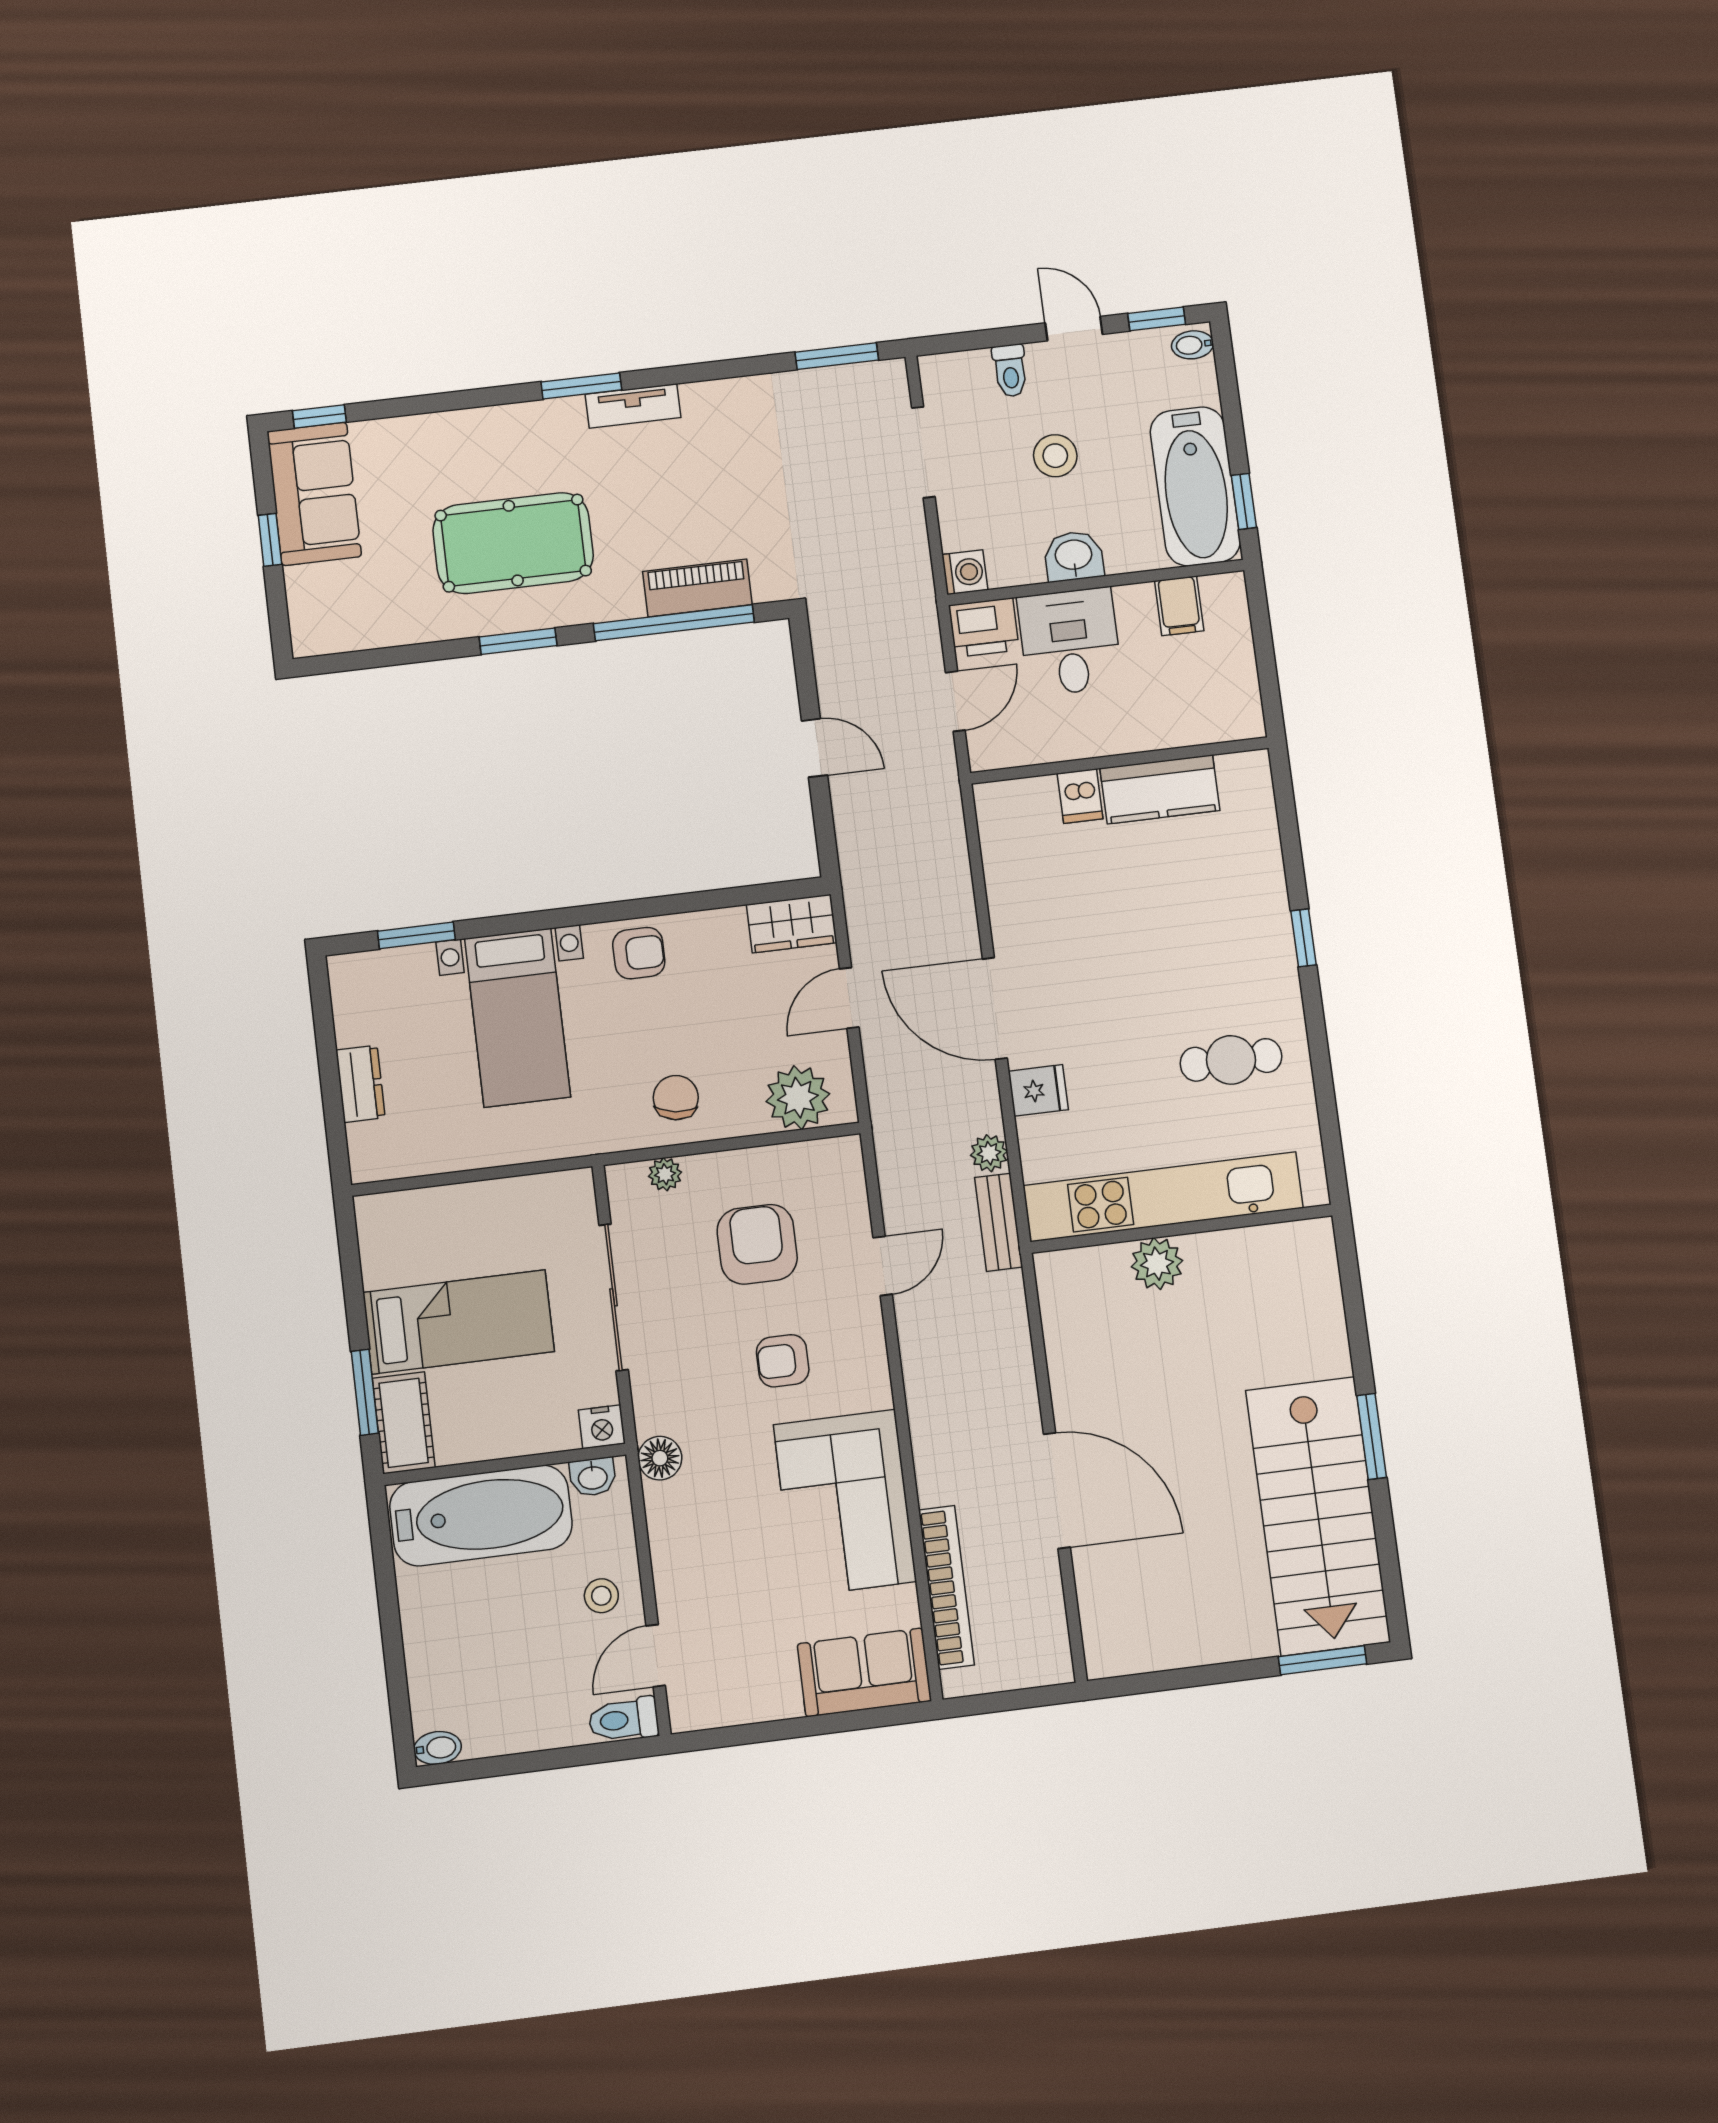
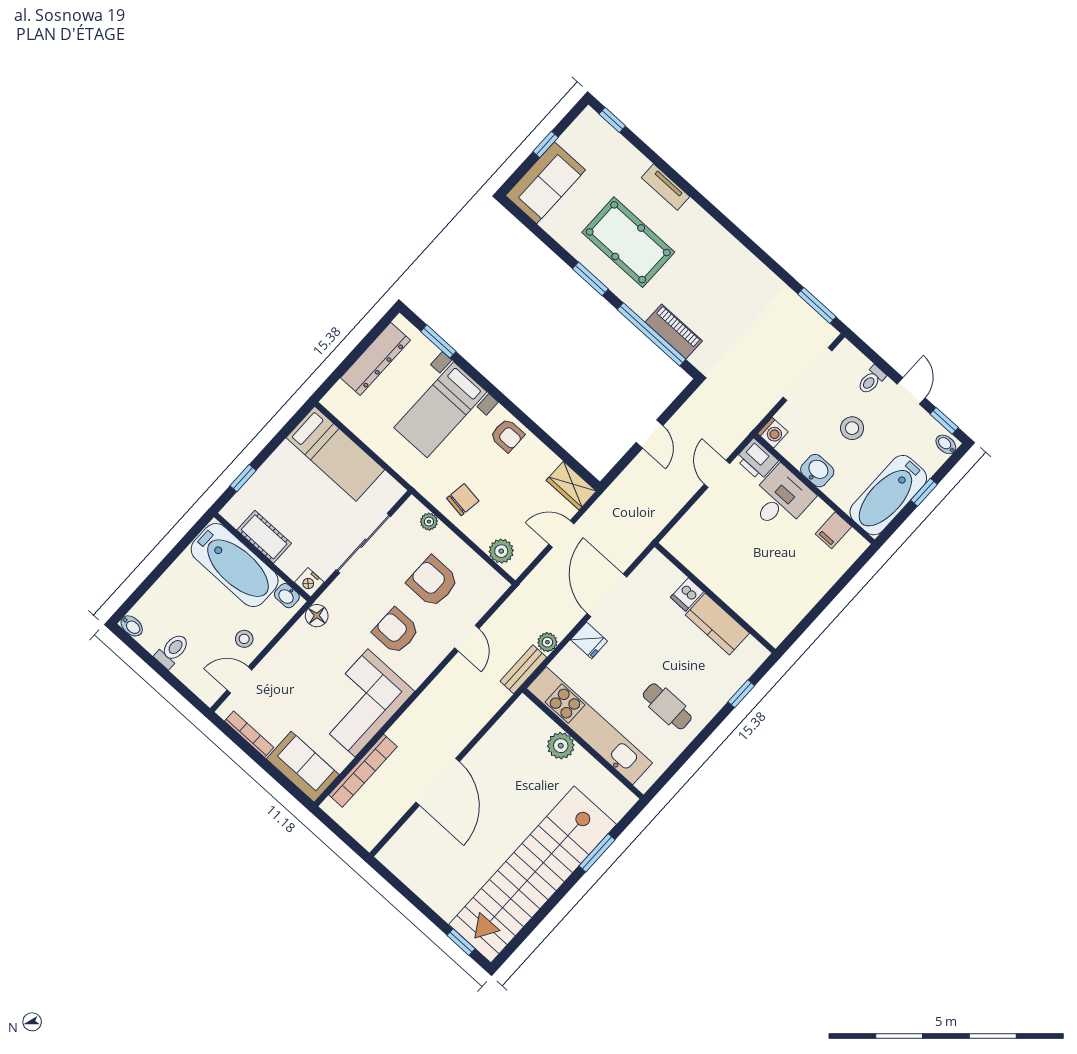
window: (581, 386) -> (716, 214), removed
tv unit: (633, 406) -> (665, 187), moved
doorway: (923, 452) -> (808, 374), width x1.36
sofa: (314, 494) -> (546, 183), moved
window: (1244, 501) -> (924, 492), moved
door: (955, 701) -> (717, 474), swing flipped
wall: (1119, 761) -> (715, 598), moved
kitchen counter: (1160, 789) -> (717, 624), moved
dishwasher: (1080, 796) -> (687, 594), moved
dresser: (360, 1084) -> (375, 359), width x1.96, depth x1.24
plant: (798, 1098) -> (501, 551), width x0.73, depth x0.73
armchair: (757, 1244) -> (433, 582), turned -90
door: (883, 1266) -> (467, 638), hinge flipped
bed: (459, 1322) -> (335, 454), moved
armchair: (783, 1361) -> (396, 631), width x1.38, depth x1.38
window: (365, 1392) -> (243, 478), width x0.67
cot: (404, 1423) -> (264, 537), moved, turned 90
window: (1372, 1436) -> (597, 853), moved
stairs: (1318, 1516) -> (533, 874), width x1.36
window: (1323, 1660) -> (461, 942), width x0.67
bookcase: (748, 1711) -> (249, 734), added
toilet: (624, 1720) -> (172, 651), moved, turned 90

